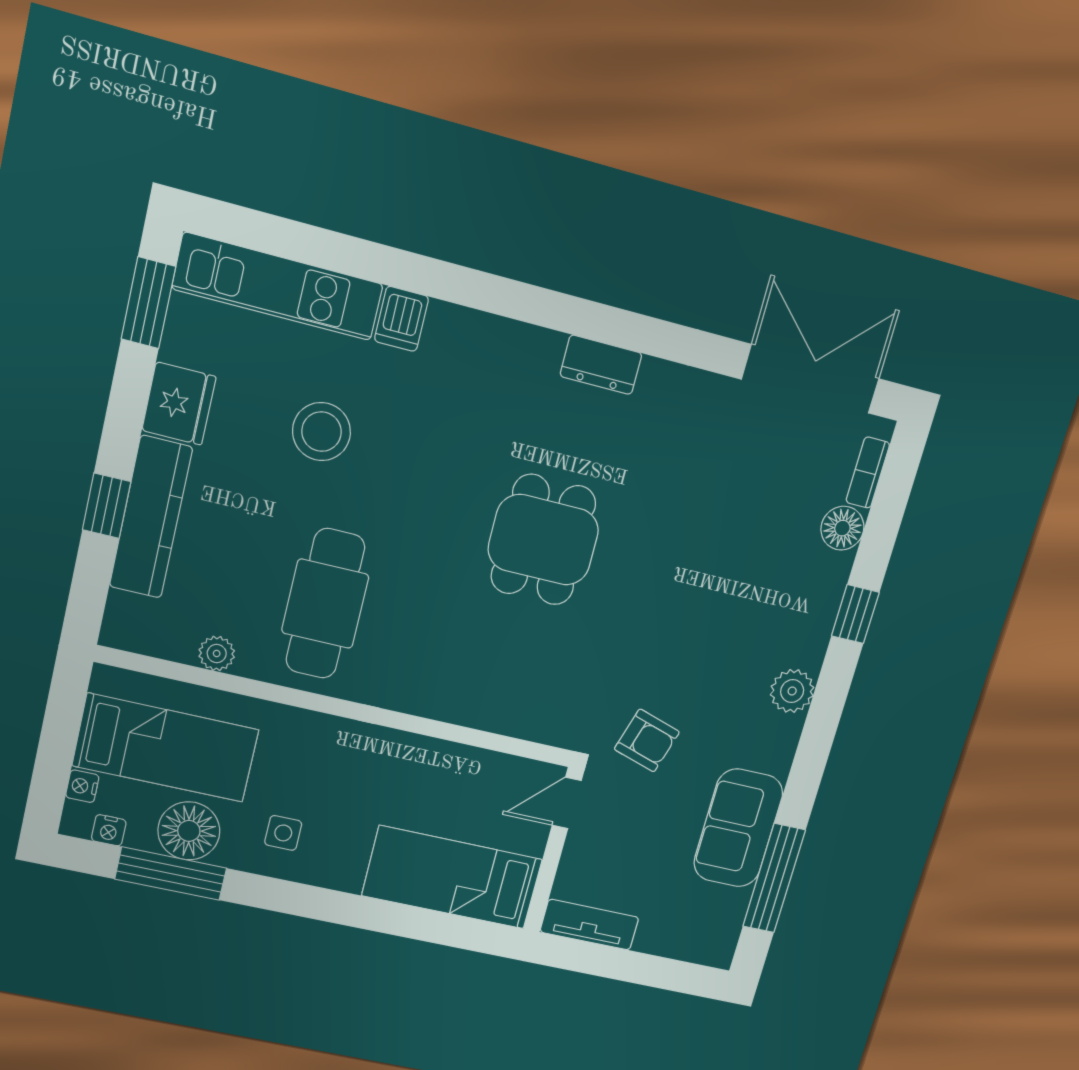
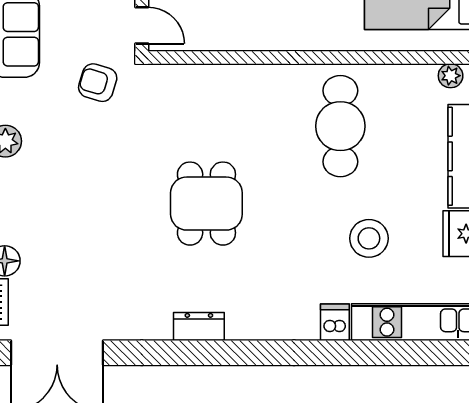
plant: (217, 653) -> (451, 76), moved
door: (567, 803) -> (142, 25), hinge flipped

